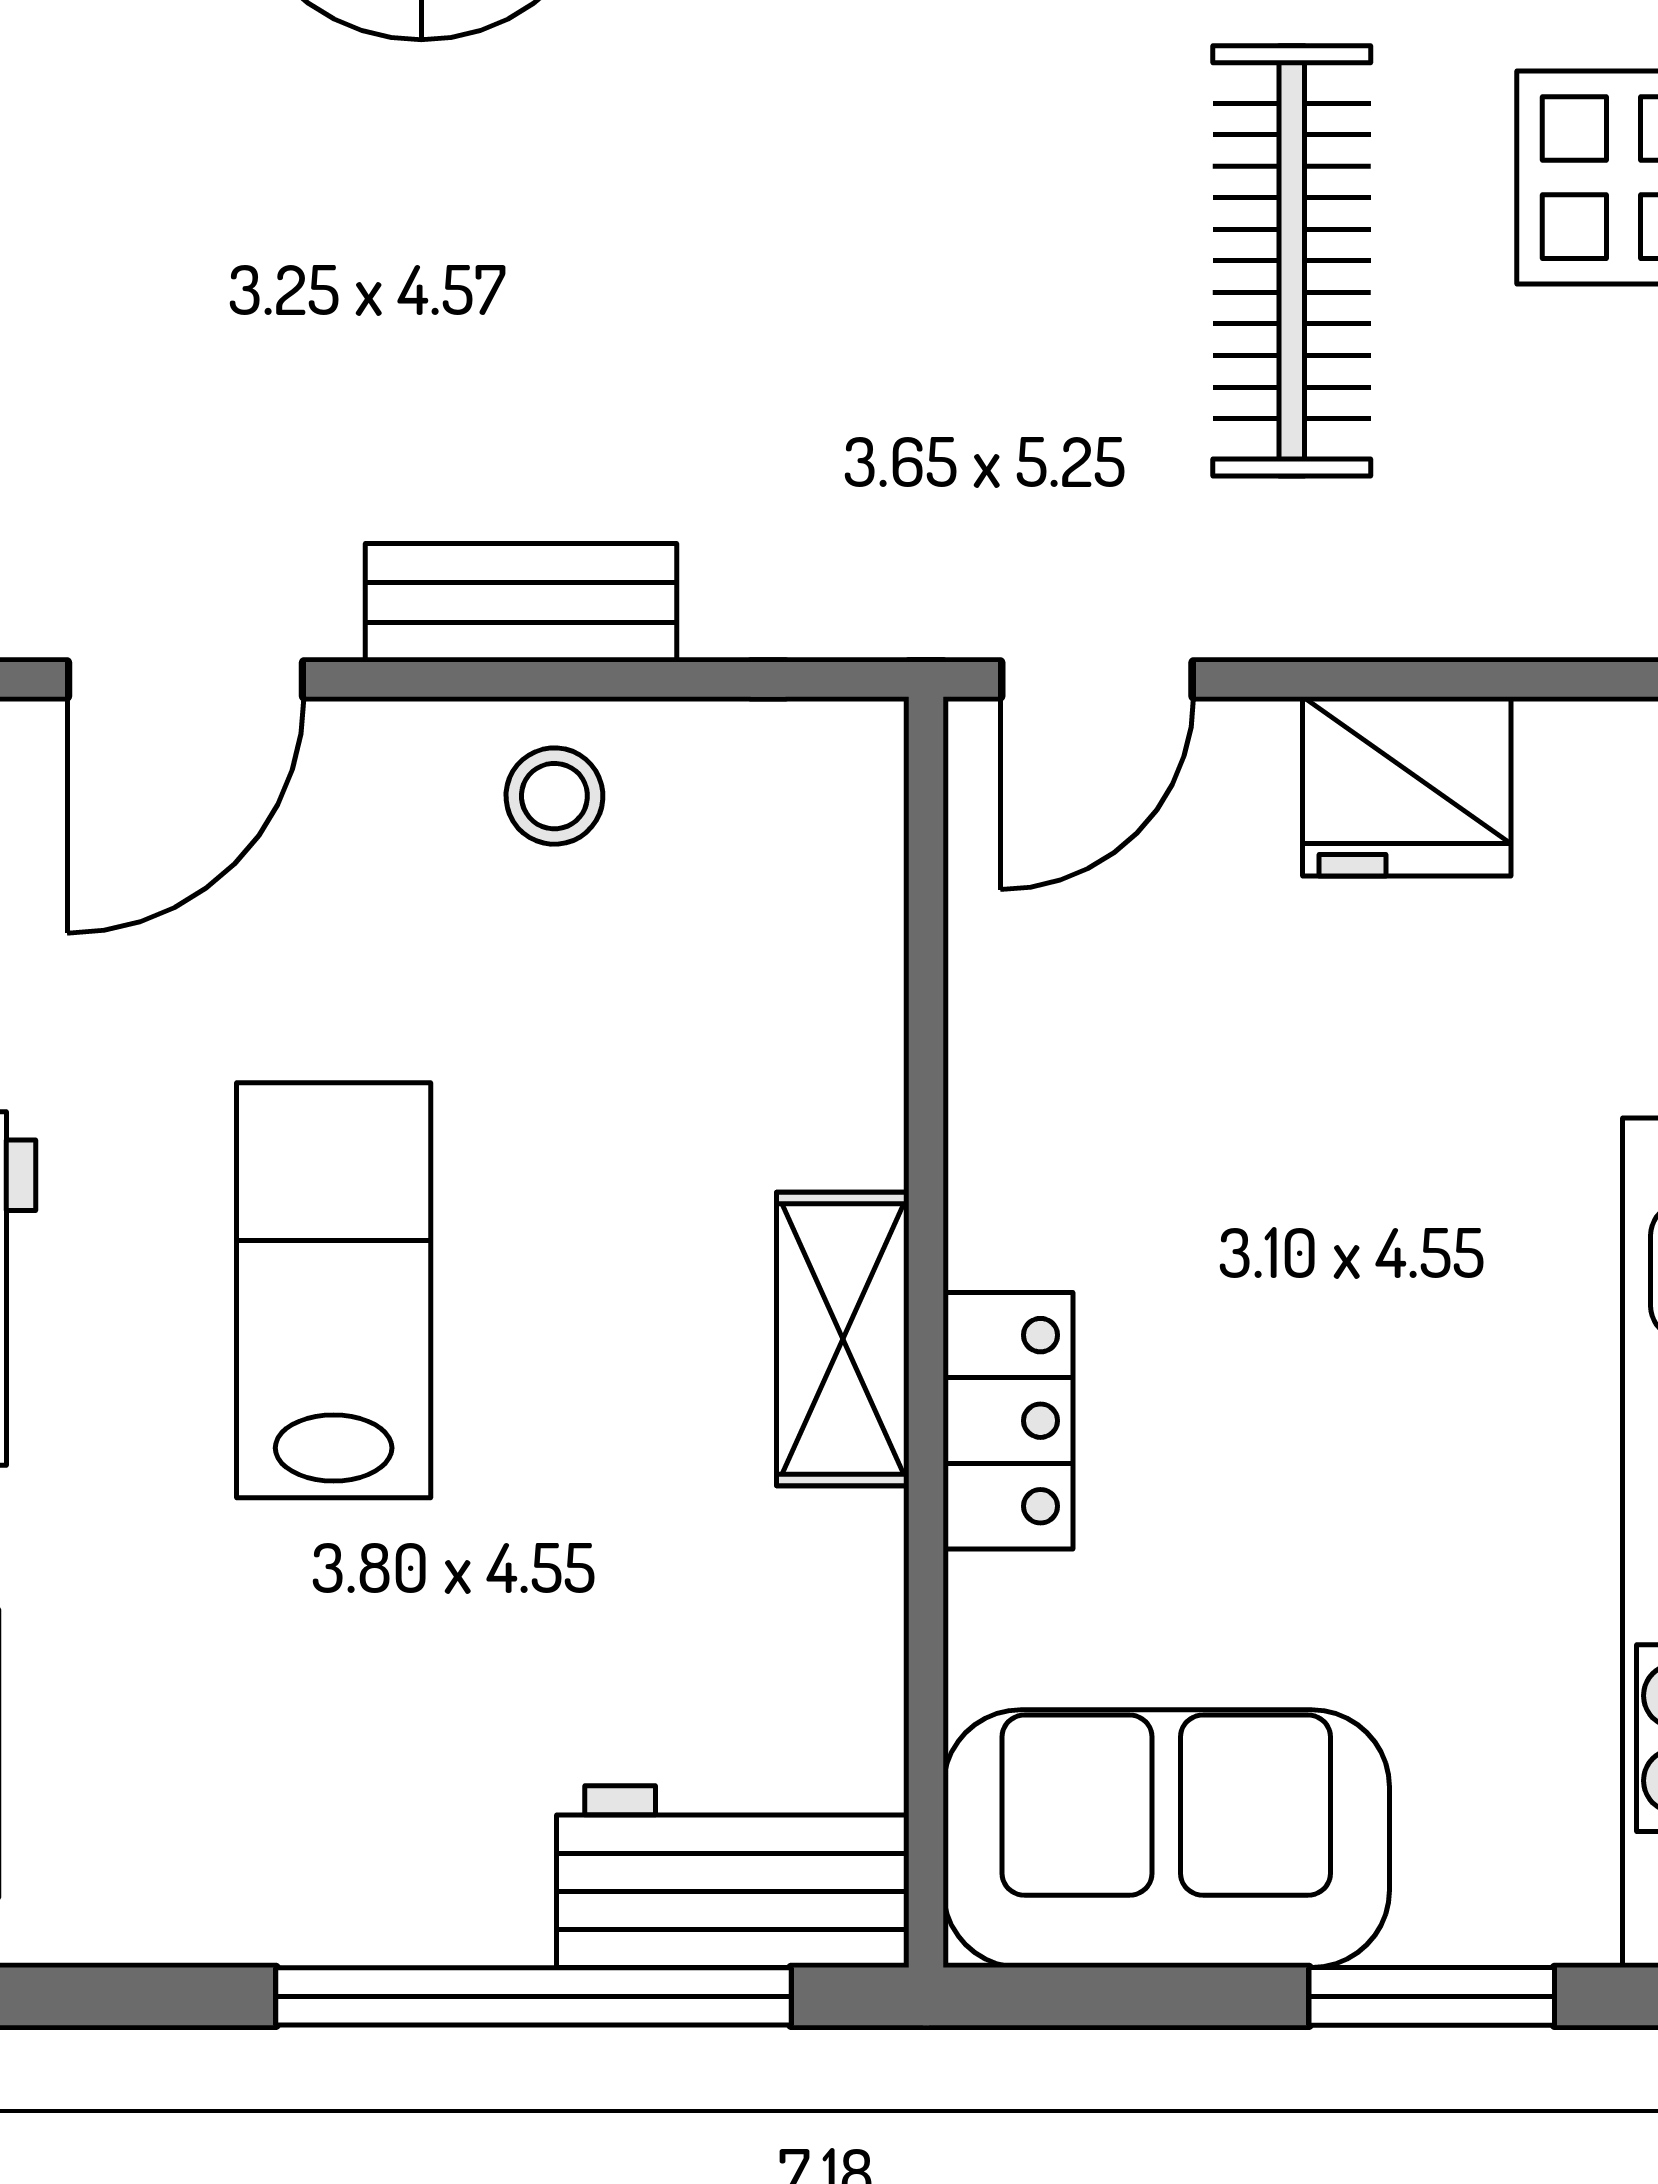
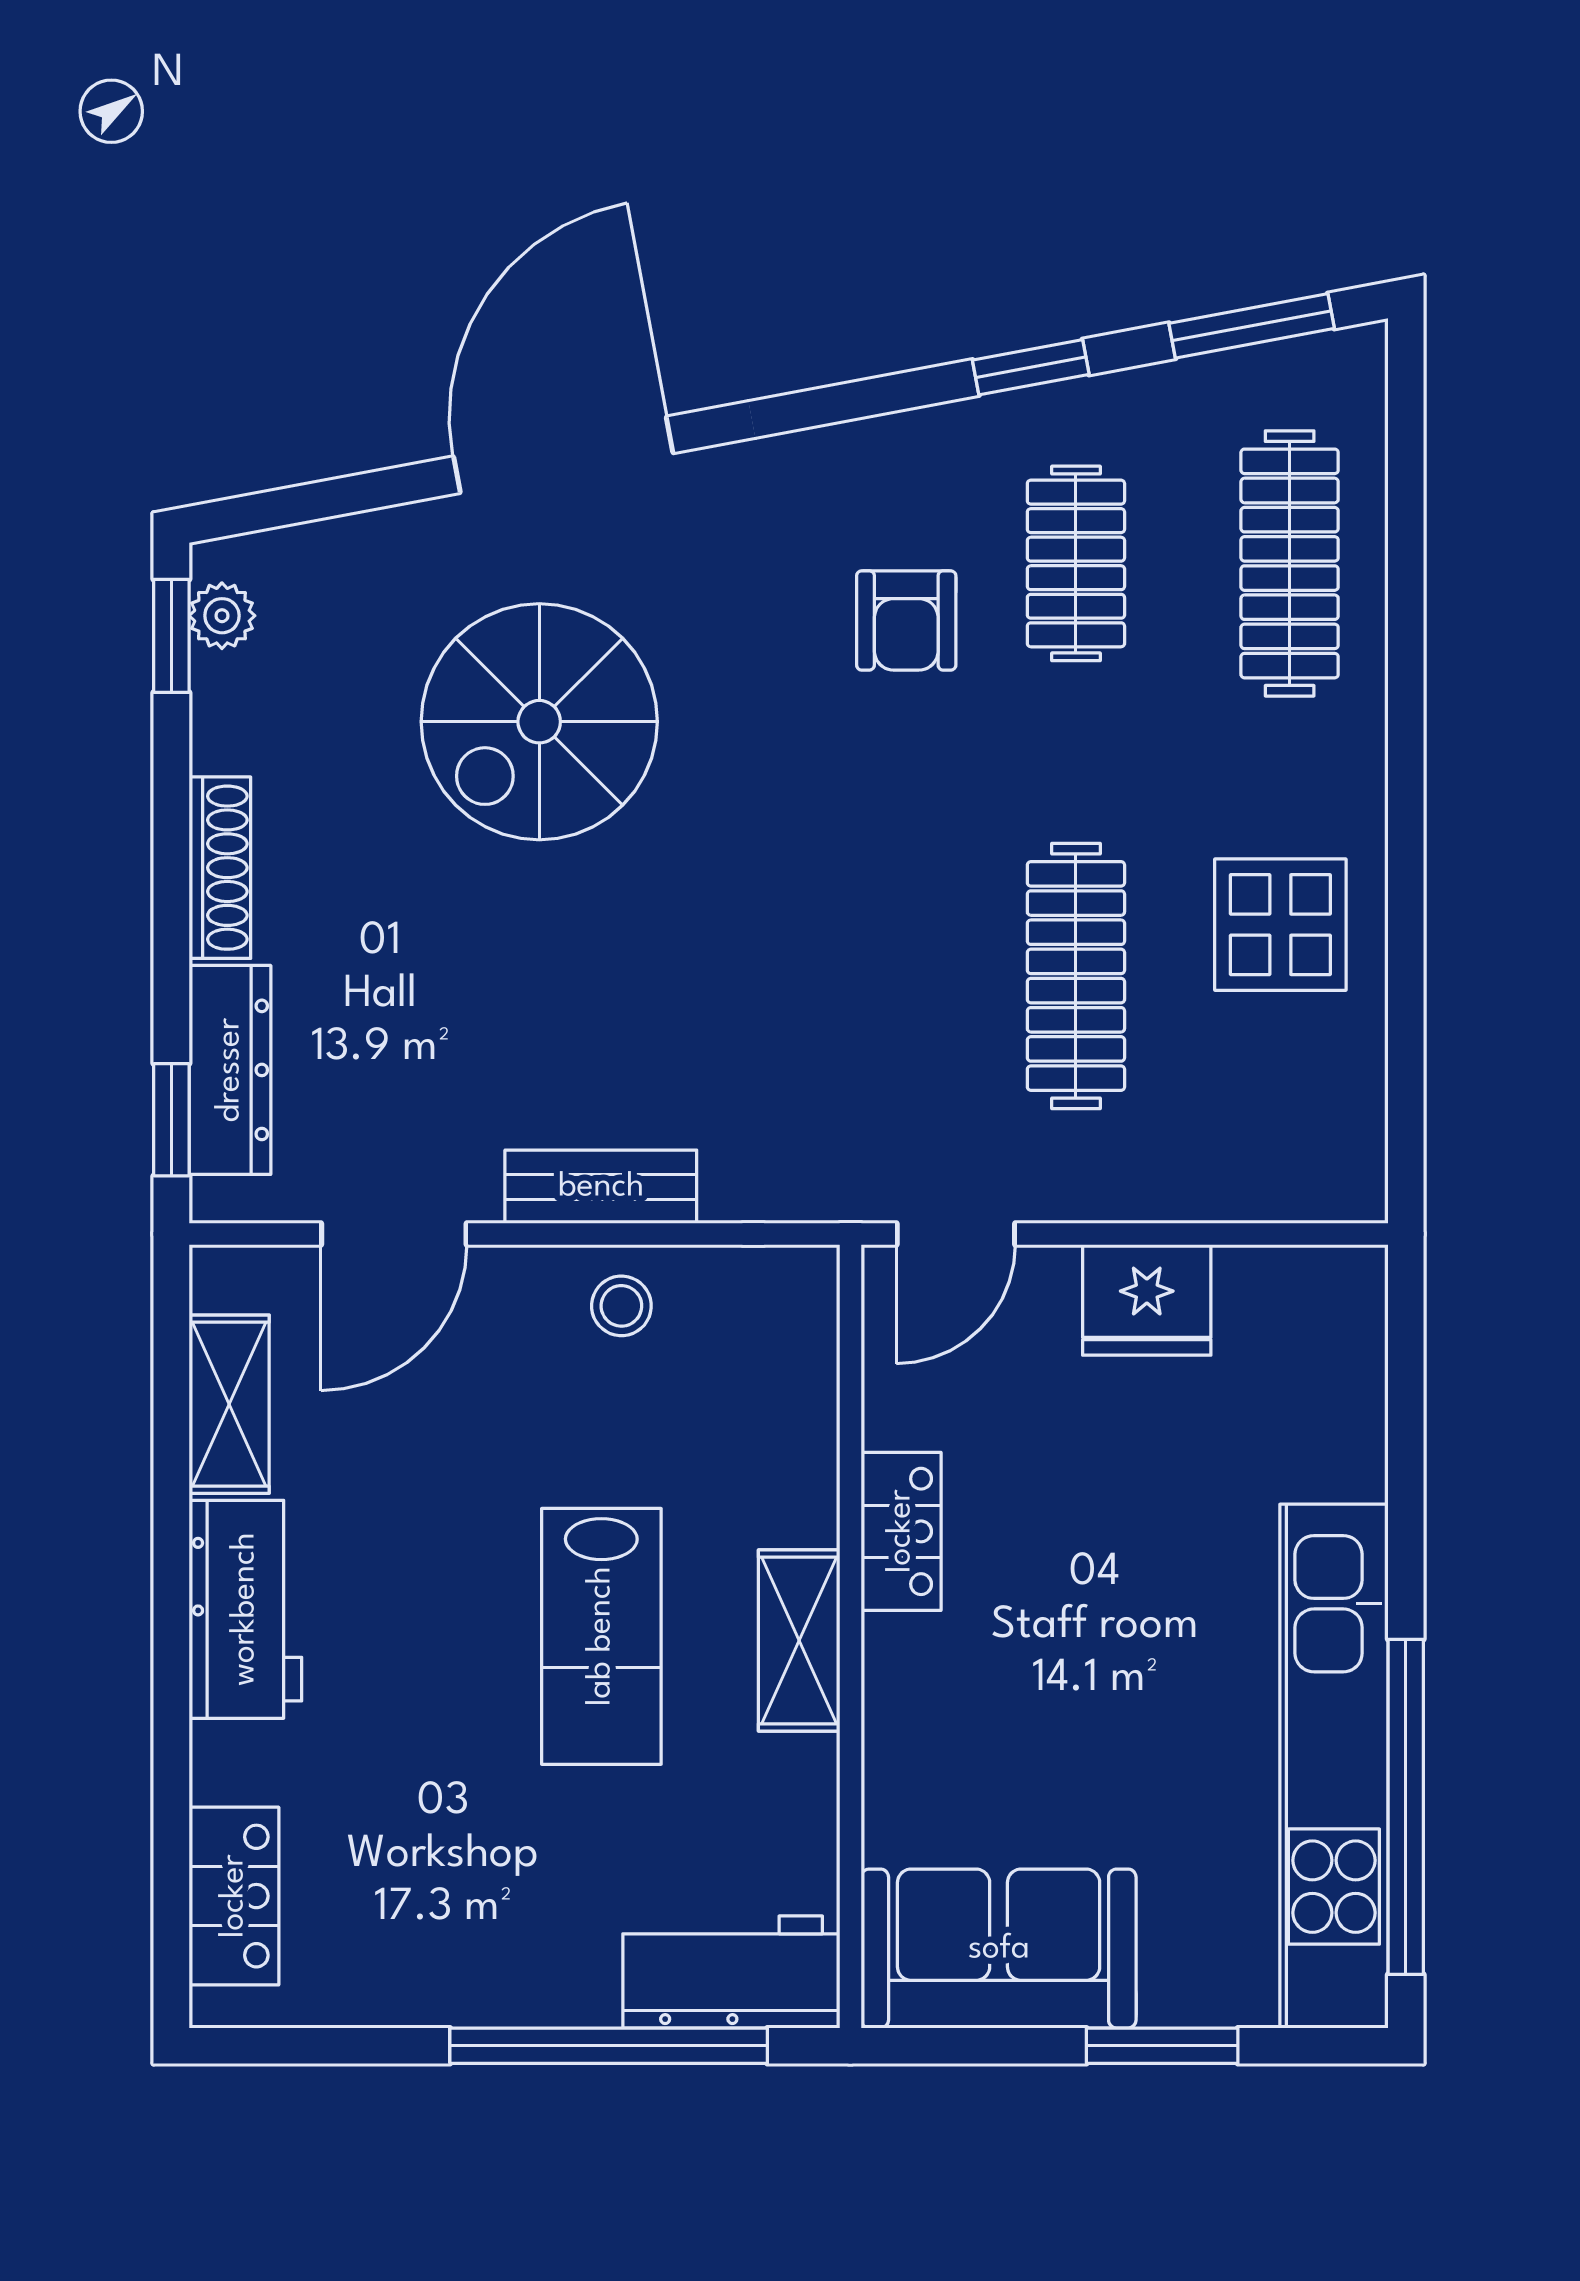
lab bench: (334, 1290) -> (601, 1636), moved, turned 180
locker: (1008, 1421) -> (901, 1531), moved

